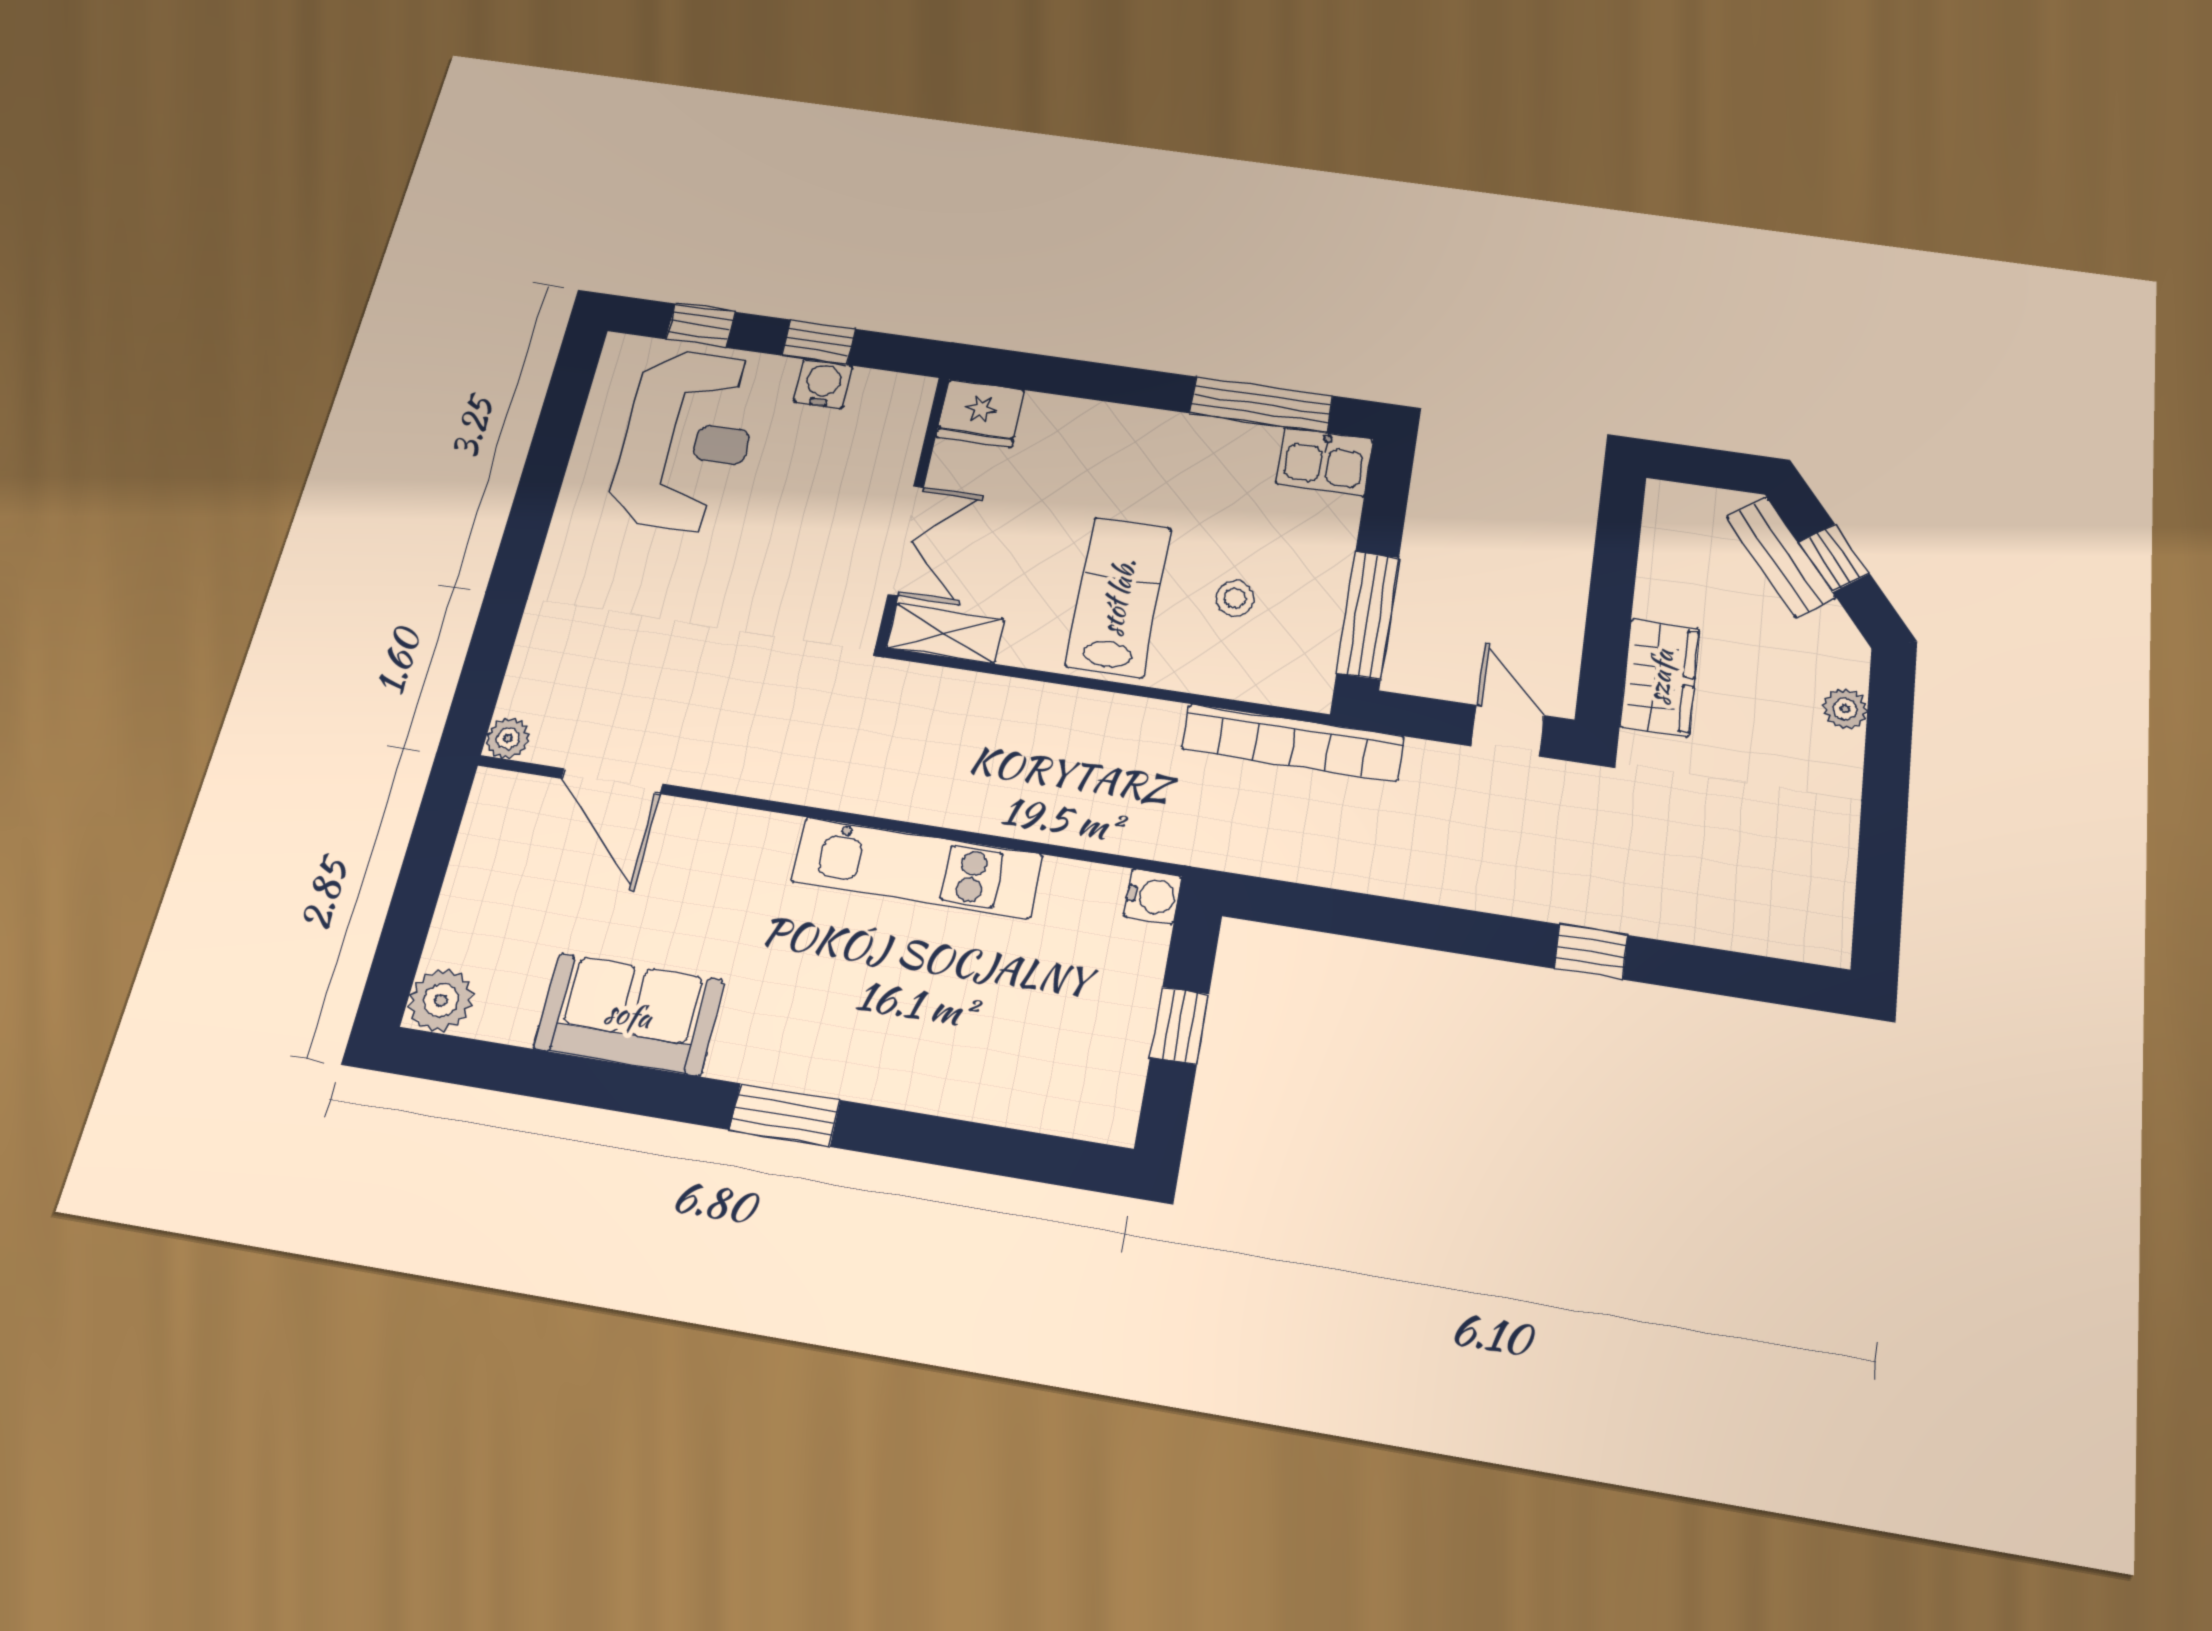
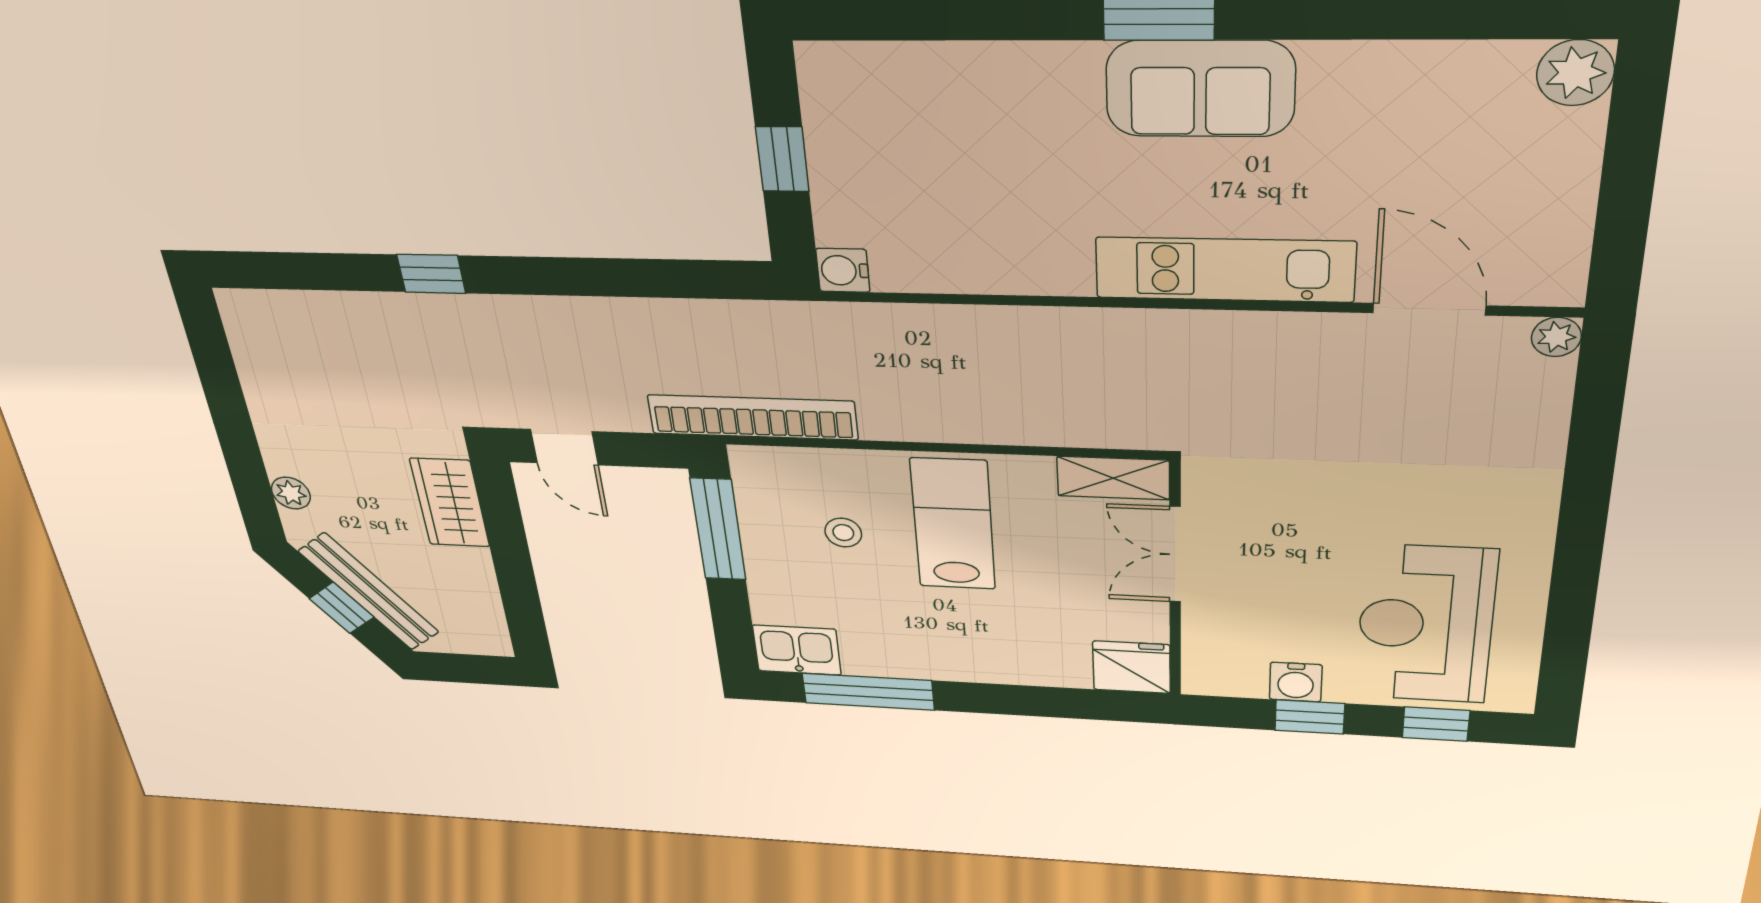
bench: (1781, 557) -> (369, 592), width x1.36
lab bench: (1118, 597) -> (953, 524), turned 180
kitchen unit: (917, 868) -> (1225, 270), moved
sofa: (629, 1014) -> (1200, 89), moved

